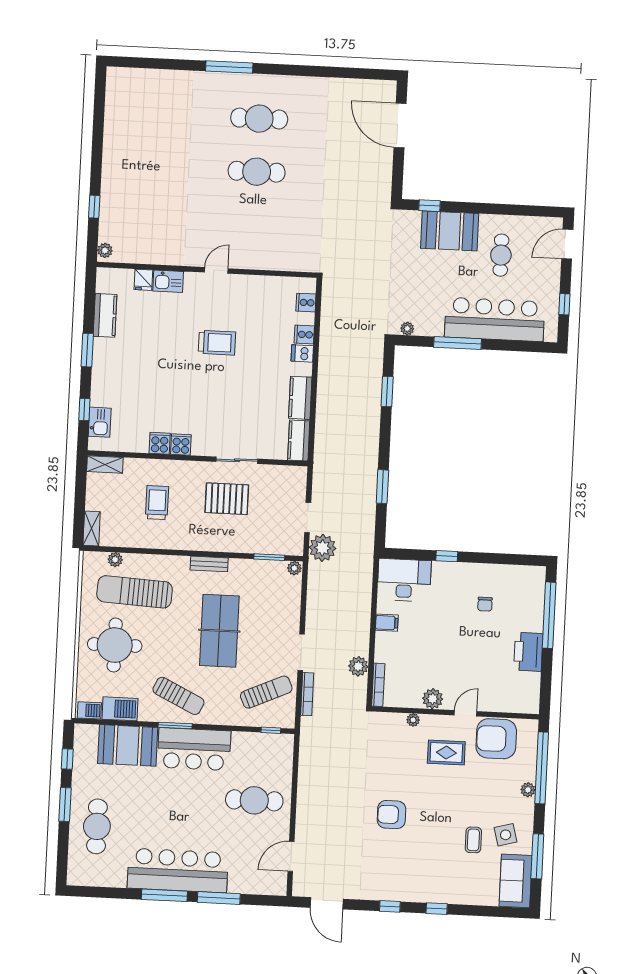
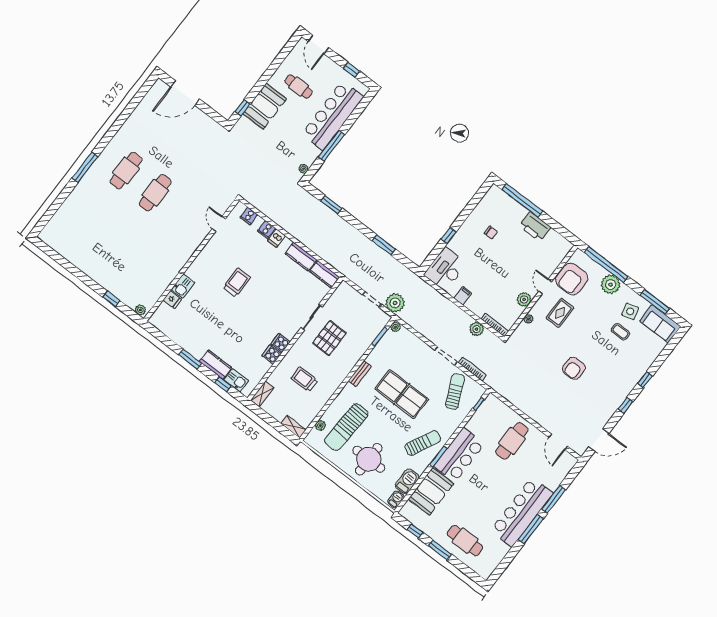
door: (216, 270) -> (219, 224), moved
kitchen counter: (105, 315) -> (215, 364), moved
plant: (528, 790) -> (611, 285), width x1.87, depth x1.87

